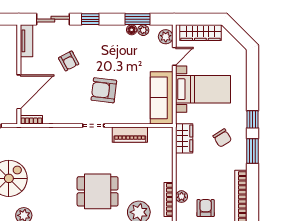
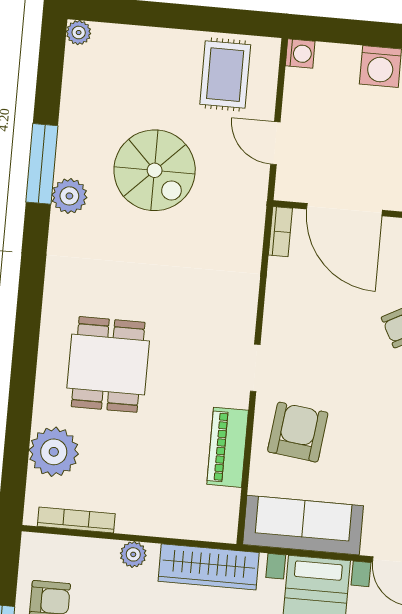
armchair: (104, 90) -> (298, 432), moved
wardrobe: (184, 138) -> (209, 567), width x1.50
plant: (182, 197) -> (133, 554), moved

